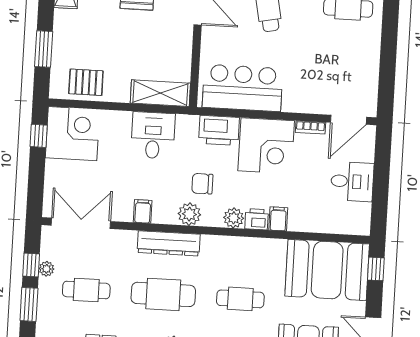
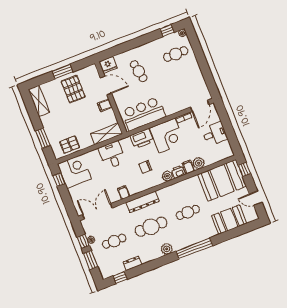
filing cabinet: (180, 41) -> (105, 105), added
plant: (189, 214) -> (199, 163), moved

